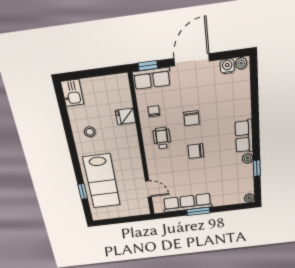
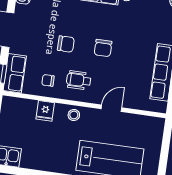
stool: (90, 132) -> (74, 115), moved
door: (148, 189) -> (111, 108), moved

